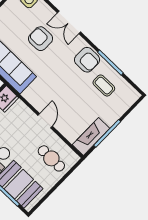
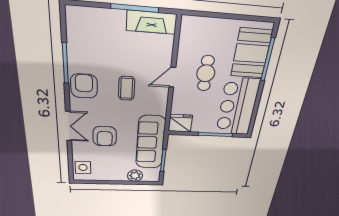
coffee table: (104, 86) -> (127, 88), moved
cafe table: (51, 158) -> (206, 73), moved

